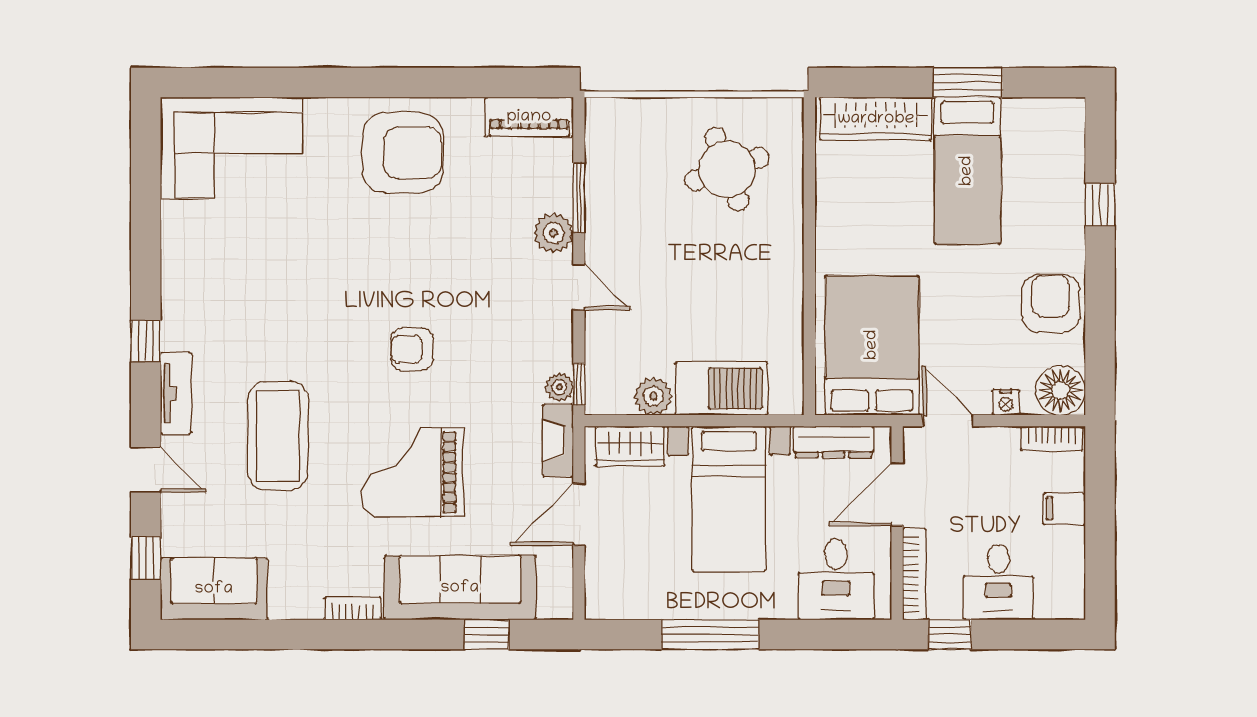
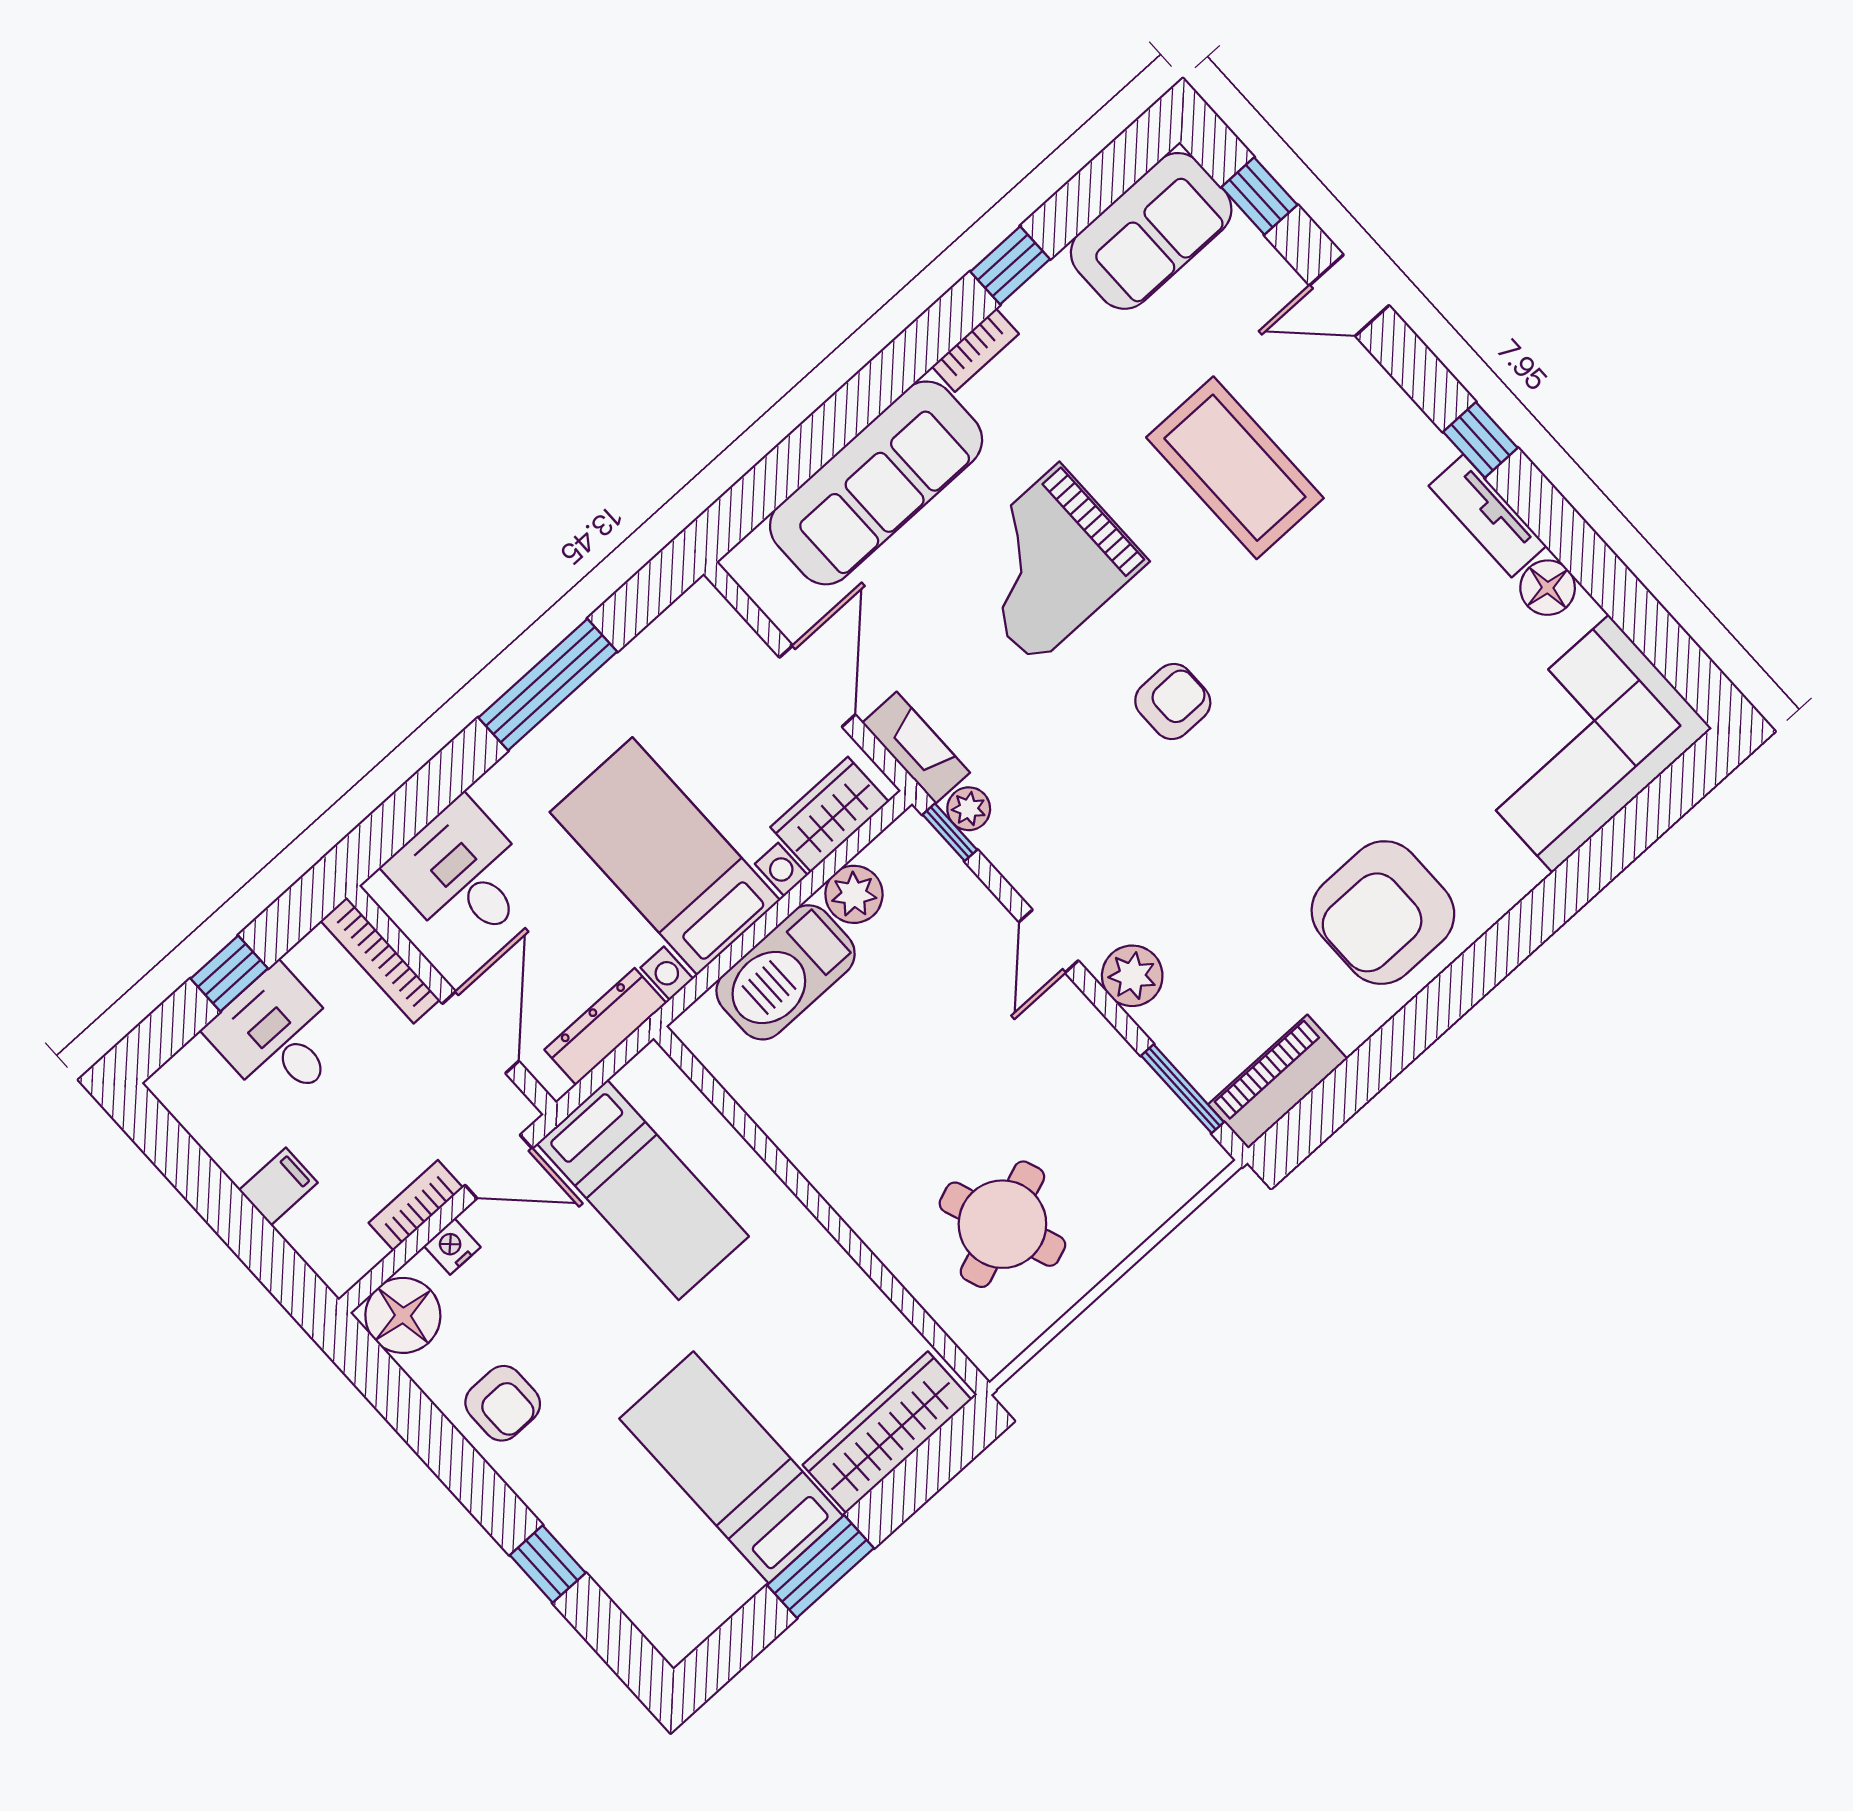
window: (579, 198) -> (1183, 1089), moved
floor lamp: (178, 239) -> (1548, 588), added
door: (579, 287) -> (1049, 941), hinge flipped
armchair: (1051, 303) -> (503, 1403), width x0.72, depth x0.72
bed: (872, 345) -> (643, 1190), width x0.67
tv unit: (176, 393) -> (1487, 516), moved
bookcase: (1052, 438) -> (416, 1205), moved
grand piano: (412, 472) -> (1047, 564), turned 180
window: (487, 635) -> (1010, 265), moved
window: (950, 635) -> (229, 974), moved

